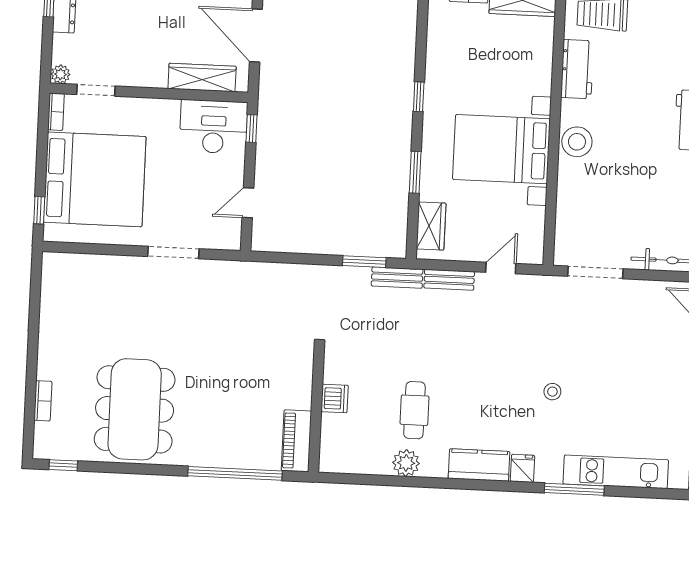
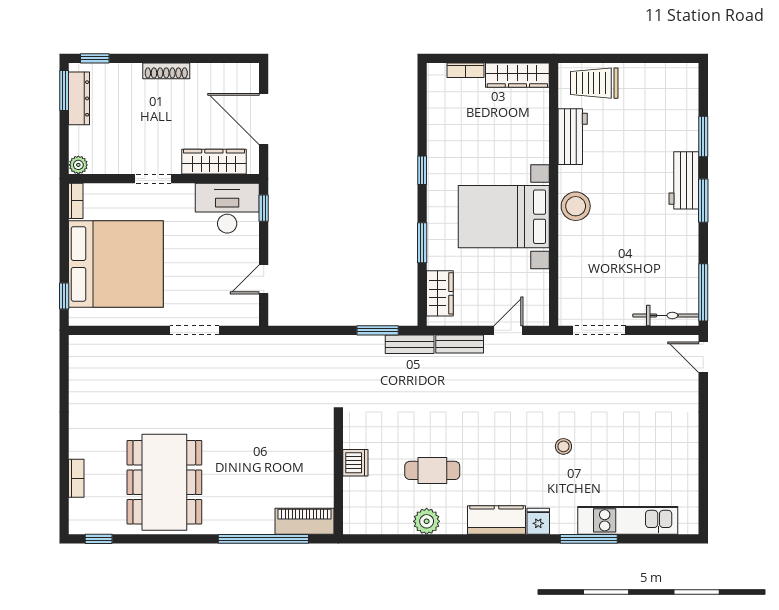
doorway: (96, 90) -> (153, 179), moved
cafe table: (414, 410) -> (432, 470), turned 90
piano: (296, 441) -> (304, 521), moved, turned 90

